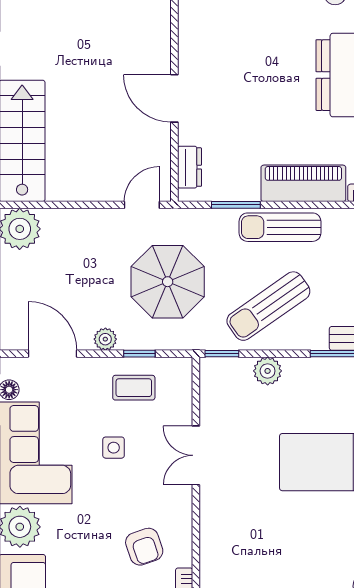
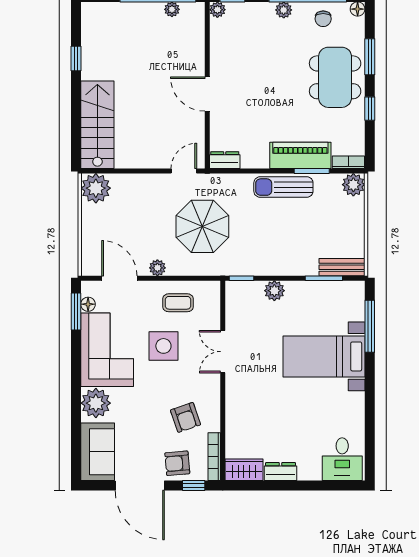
dresser: (189, 167) -> (225, 160), moved, turned -90
window: (236, 205) -> (312, 171), moved
sun lounger: (268, 306) -> (275, 244), removed
window: (139, 354) -> (182, 278), removed
side table: (114, 448) -> (163, 346), width x1.87, depth x1.87

